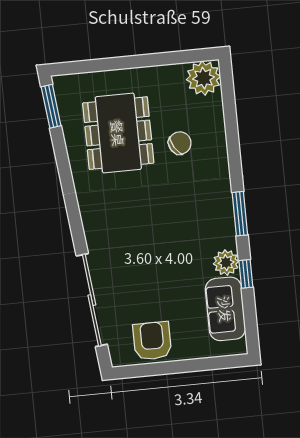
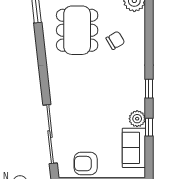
window: (240, 214) -> (149, 89), width x0.67
armchair: (152, 341) -> (86, 164), turned -90

